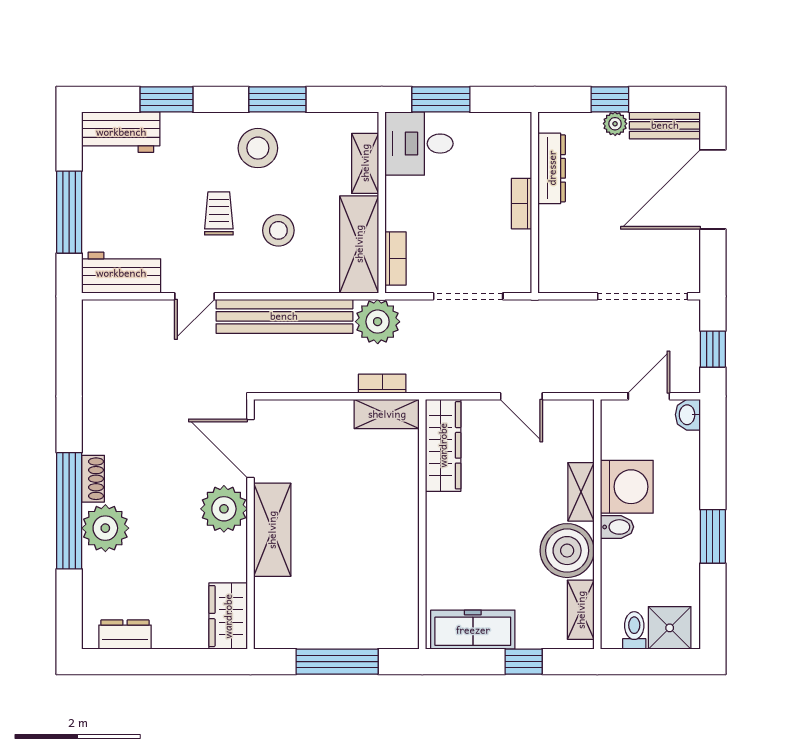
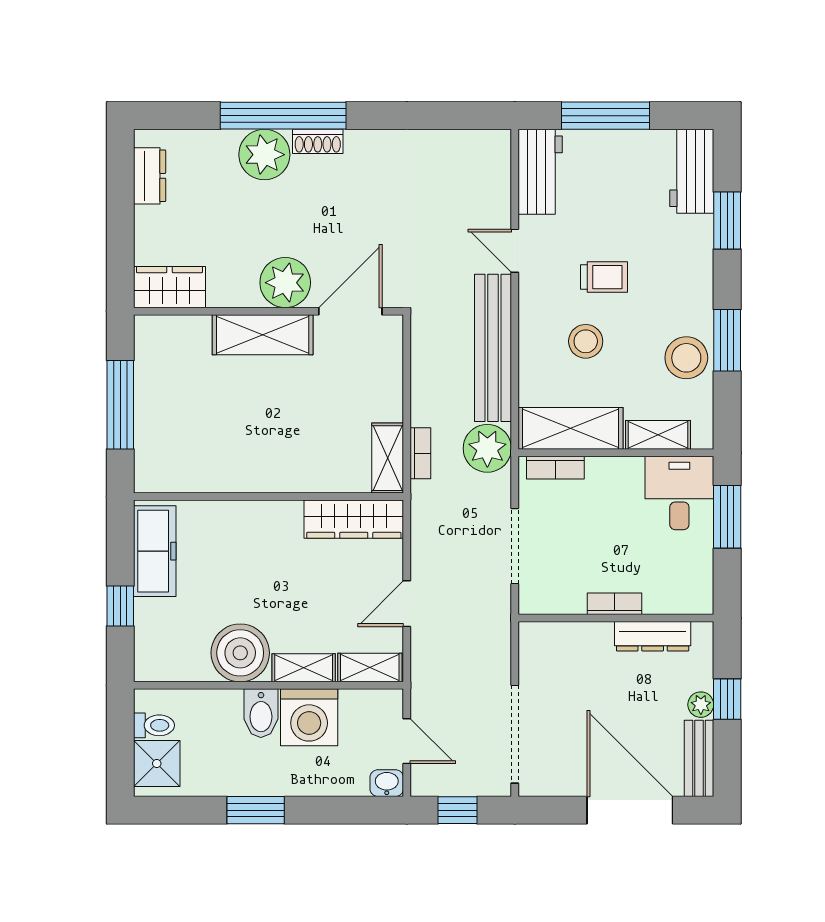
stool: (258, 148) -> (686, 358), moved
bidet: (617, 527) -> (261, 713), width x1.38, depth x1.36
shelving: (581, 610) -> (370, 668), moved

